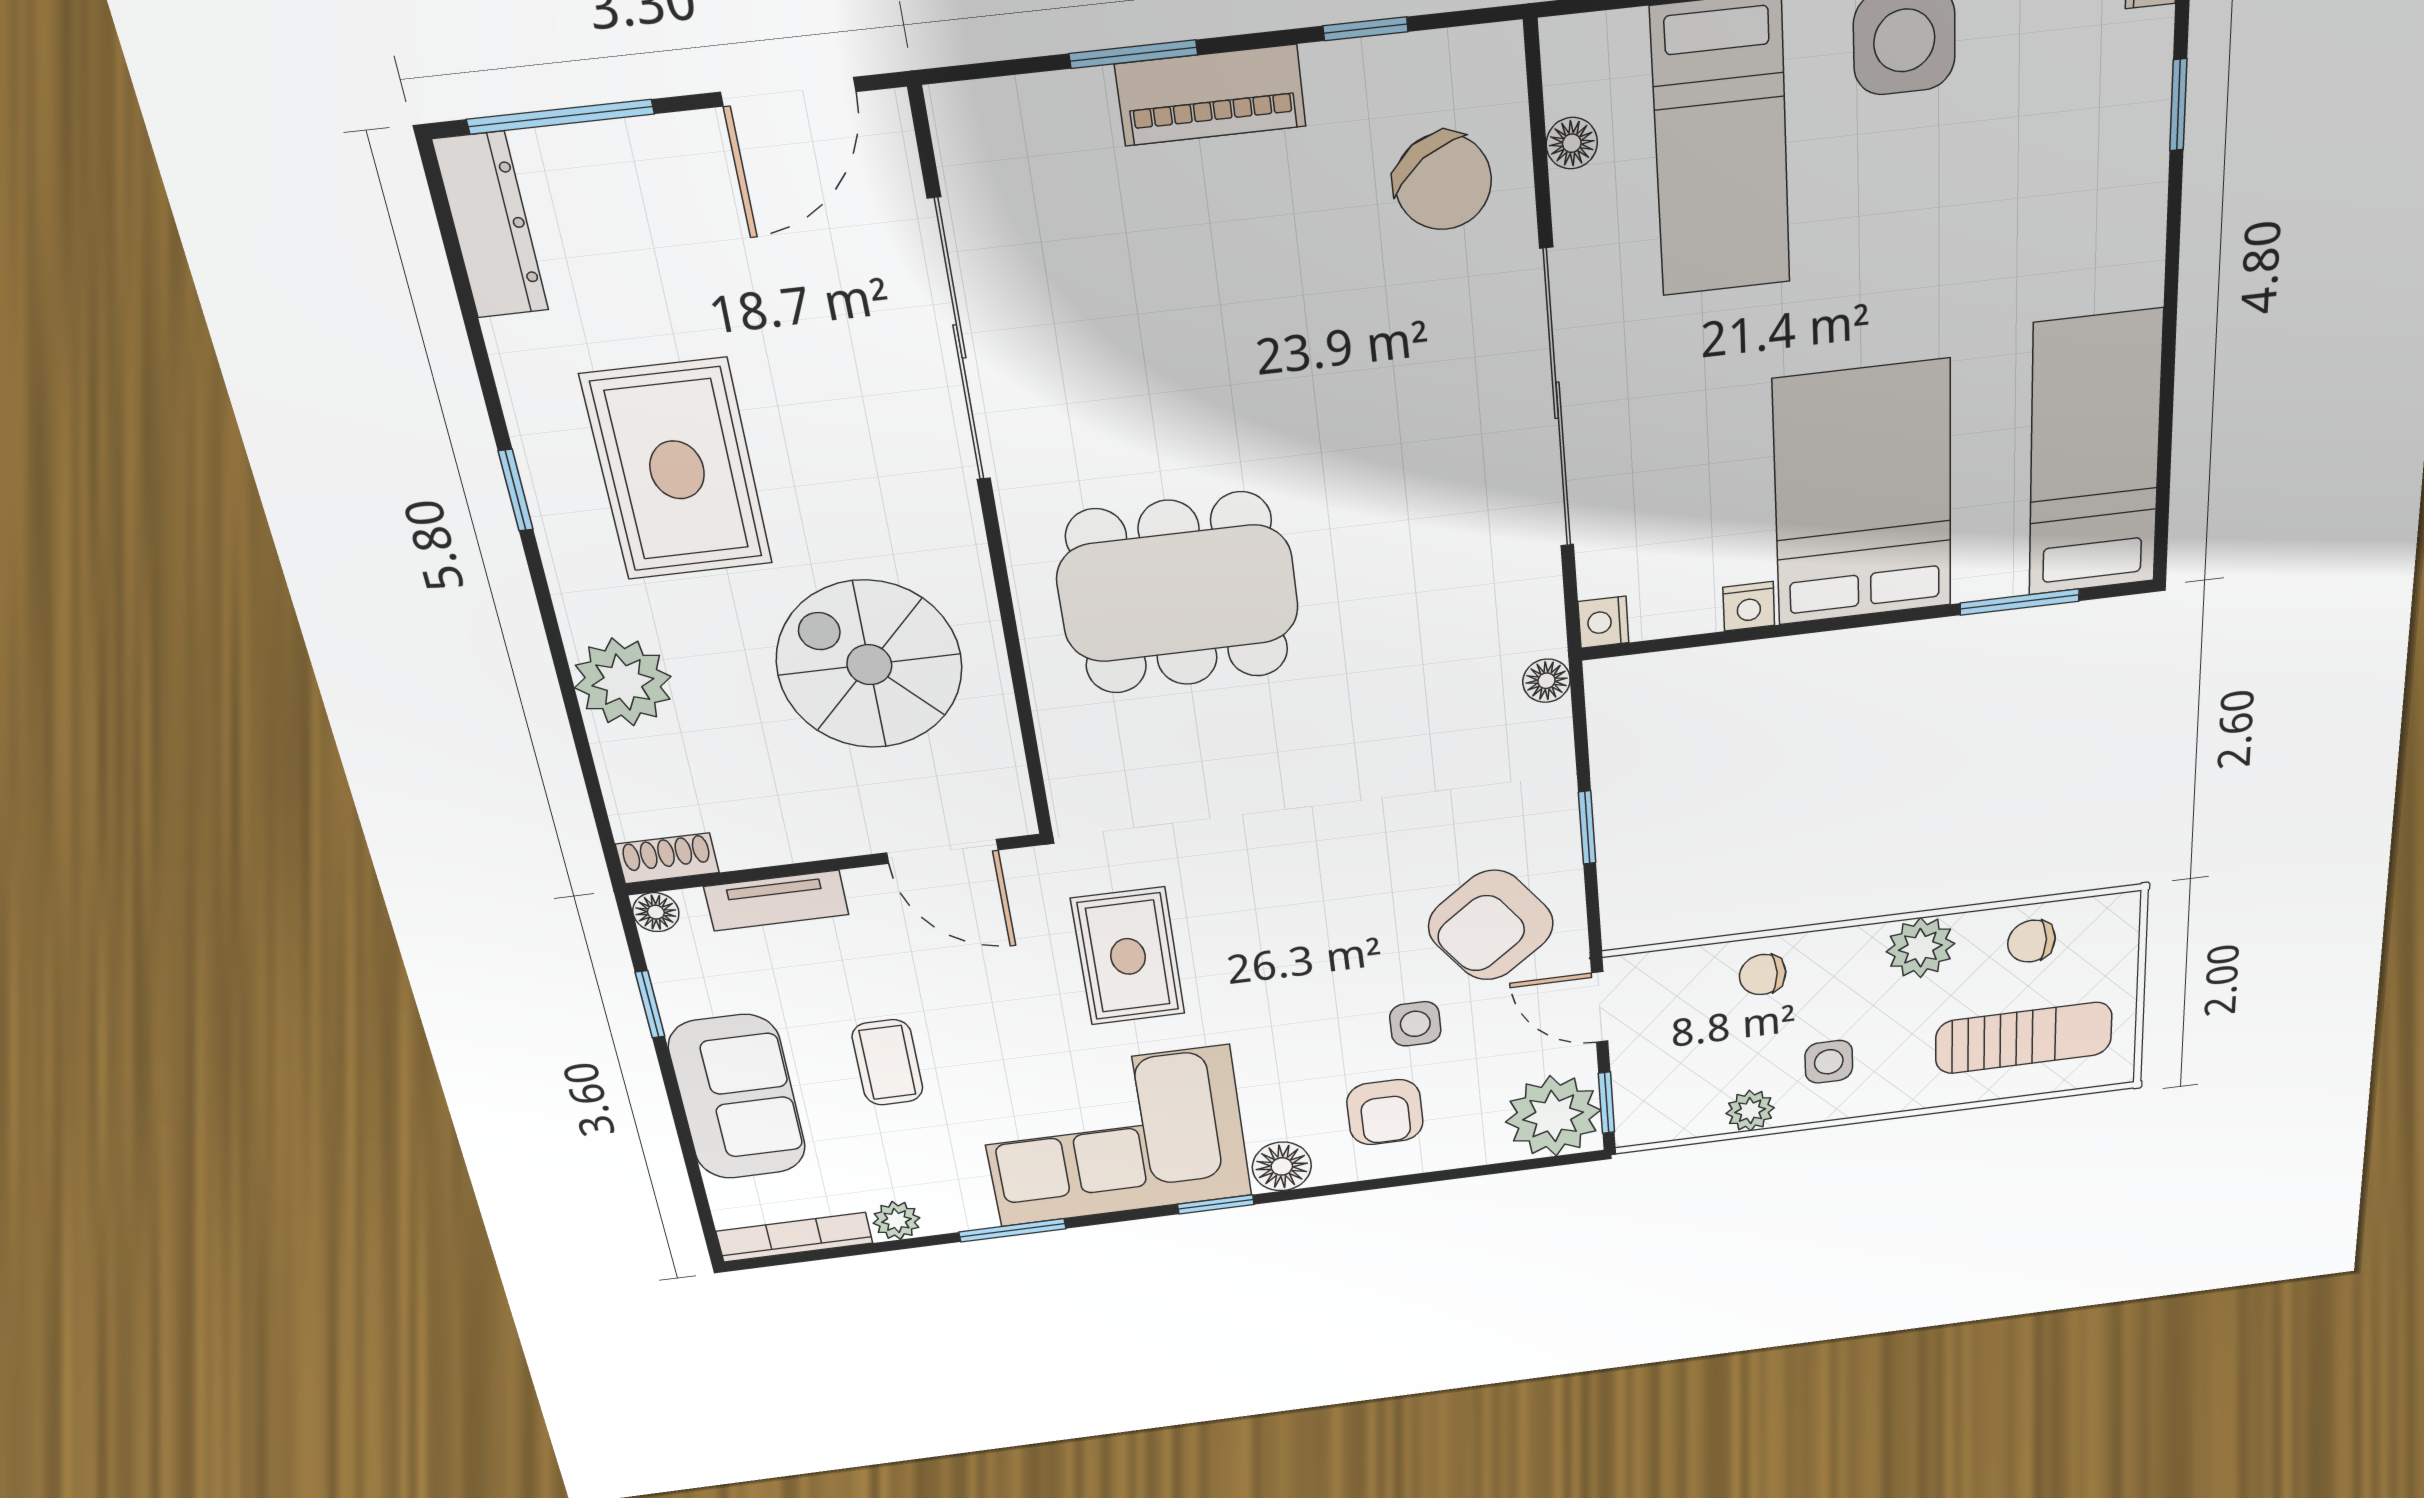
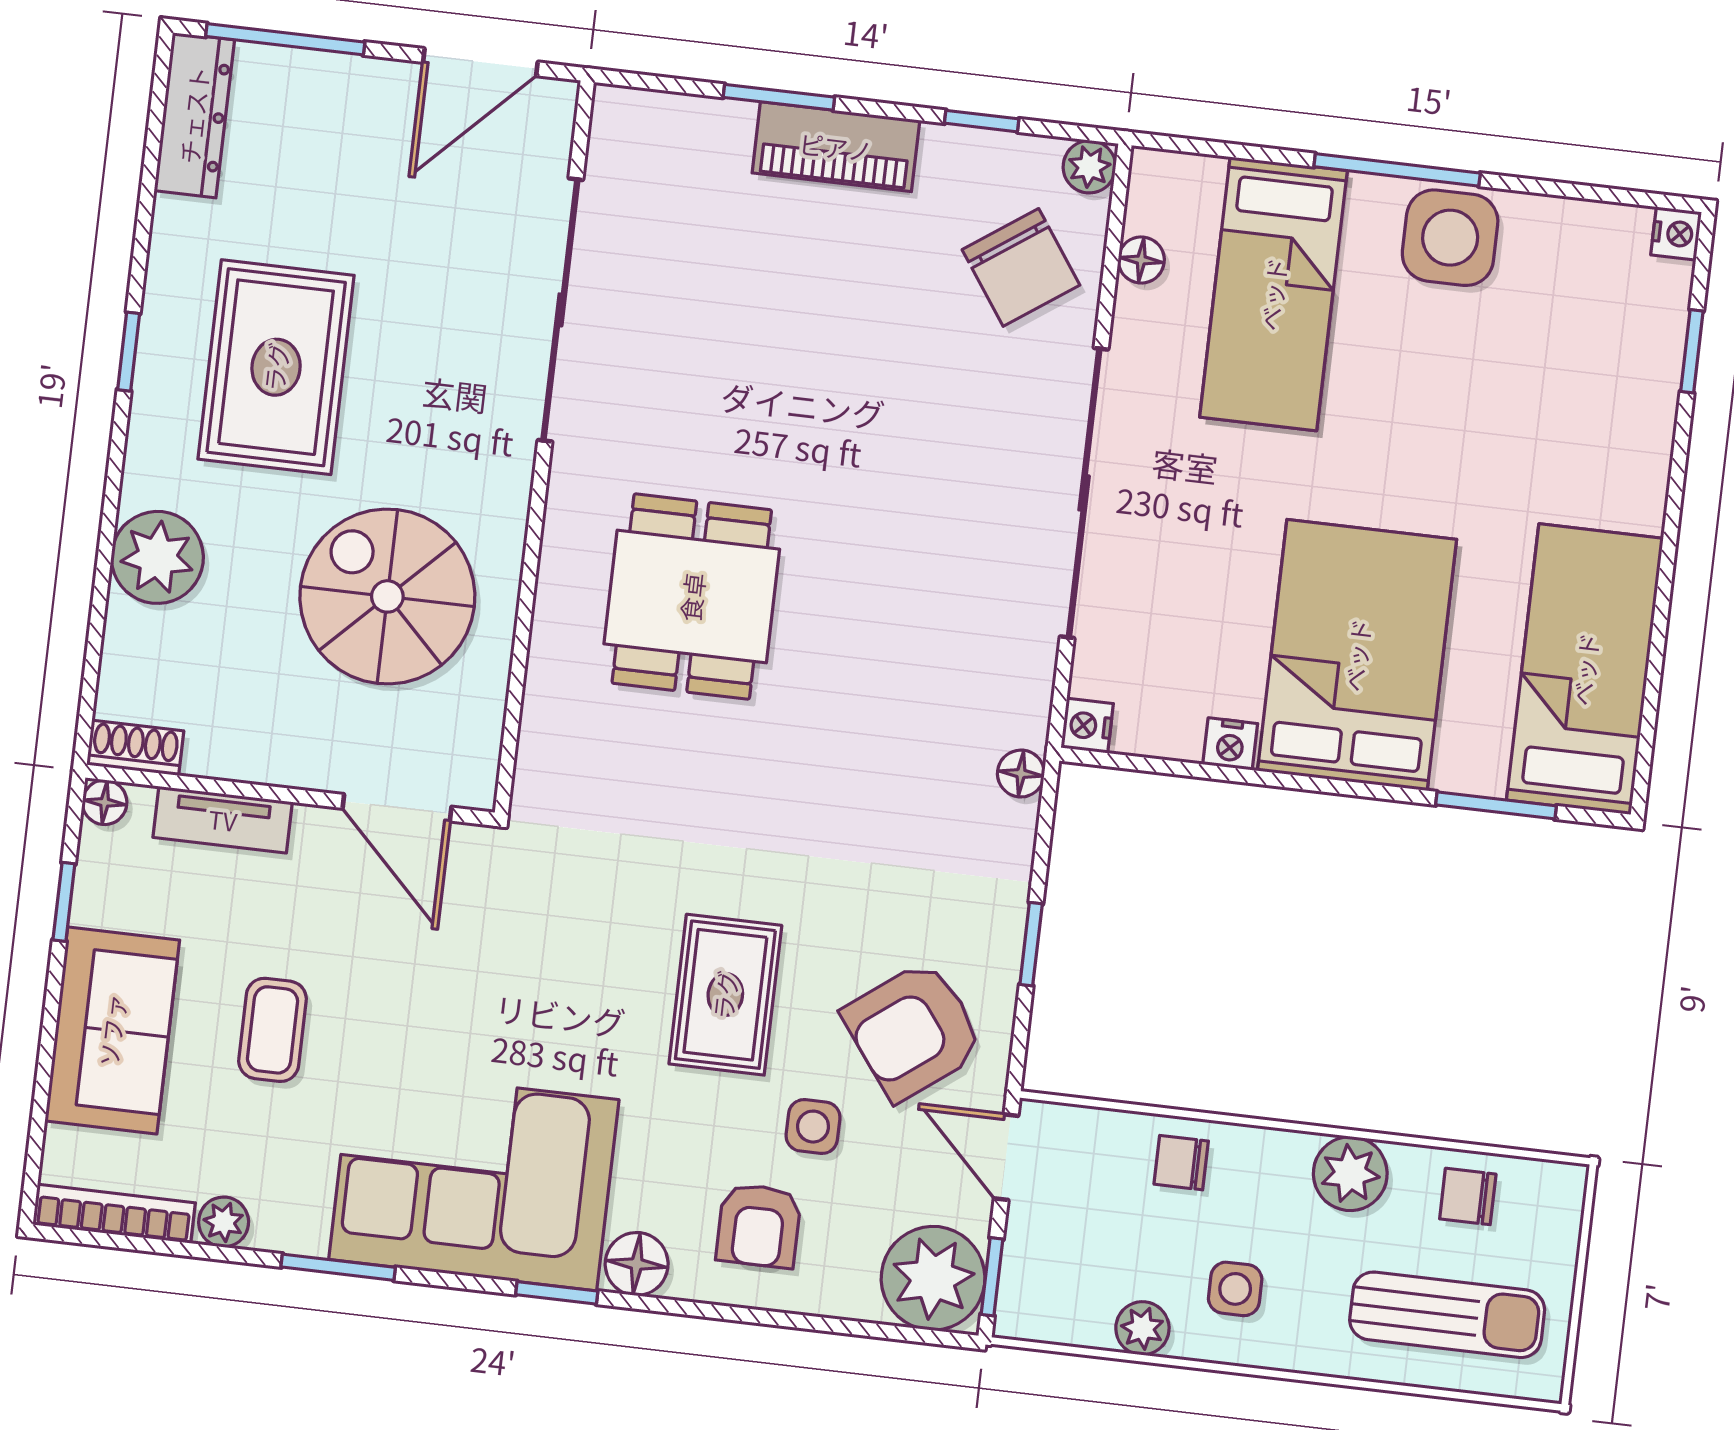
plant: (1496, 53) -> (1089, 167), added
dining table: (1178, 594) -> (692, 597), width x0.73
rug: (1128, 956) -> (725, 995), moved

